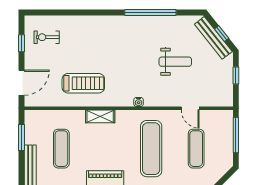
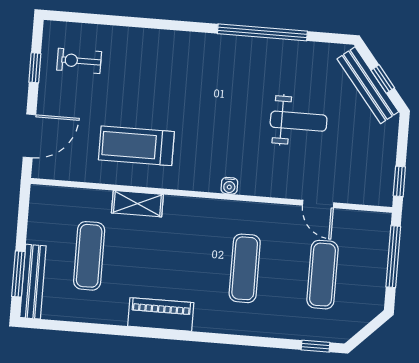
window: (236, 76) -> (399, 181), moved
treadmill: (83, 83) -> (136, 146), turned 180
shelving: (100, 116) -> (137, 204), moved
window: (22, 137) -> (18, 274), moved
exercise mat: (151, 149) -> (245, 268), width x0.73, depth x0.69

